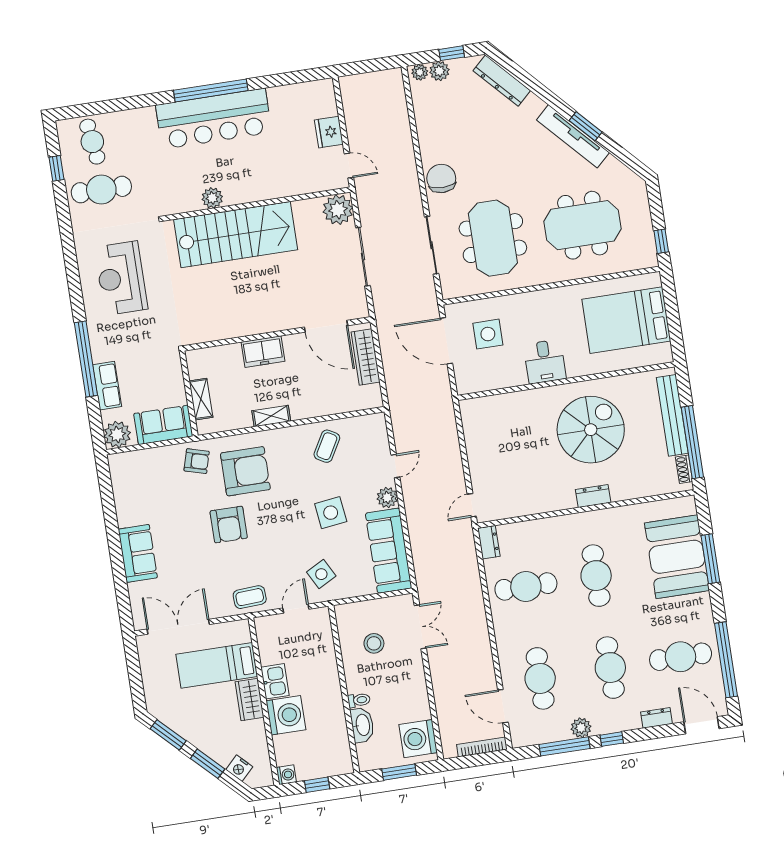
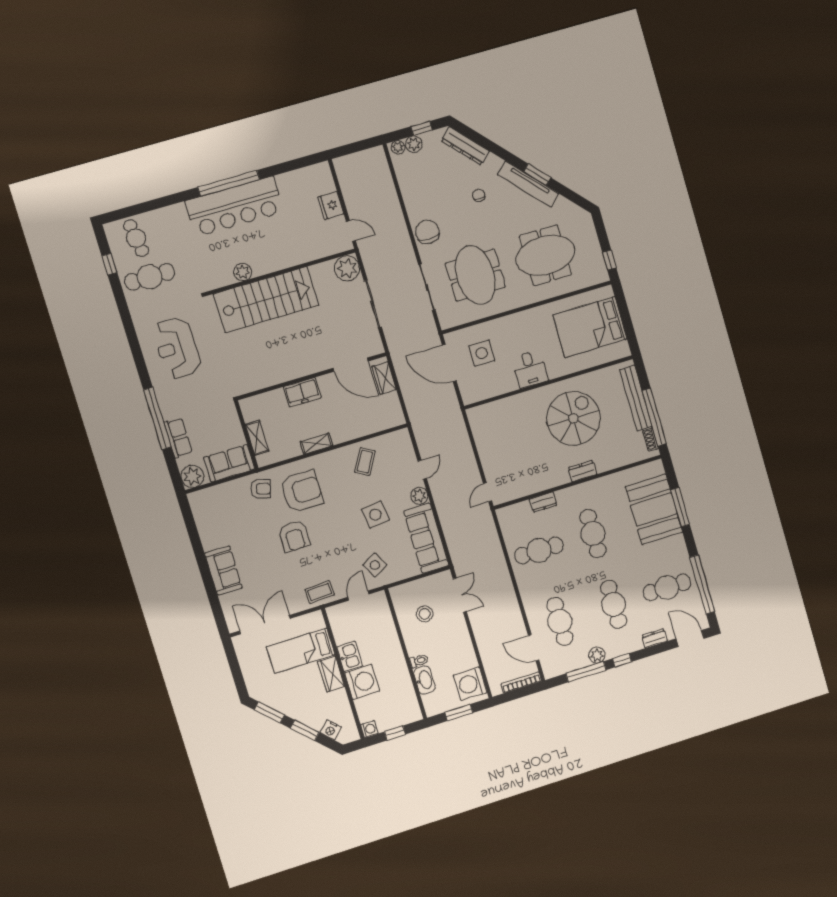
chair: (510, 142) -> (479, 195), added
wardrobe: (366, 357) -> (384, 378), width x0.67
dresser: (489, 542) -> (543, 502), moved, turned 90

